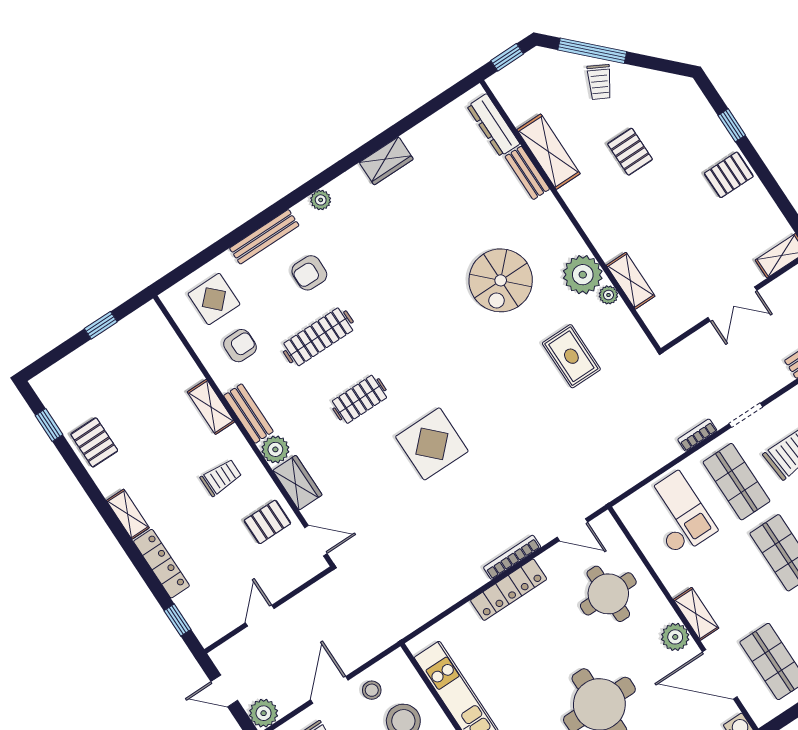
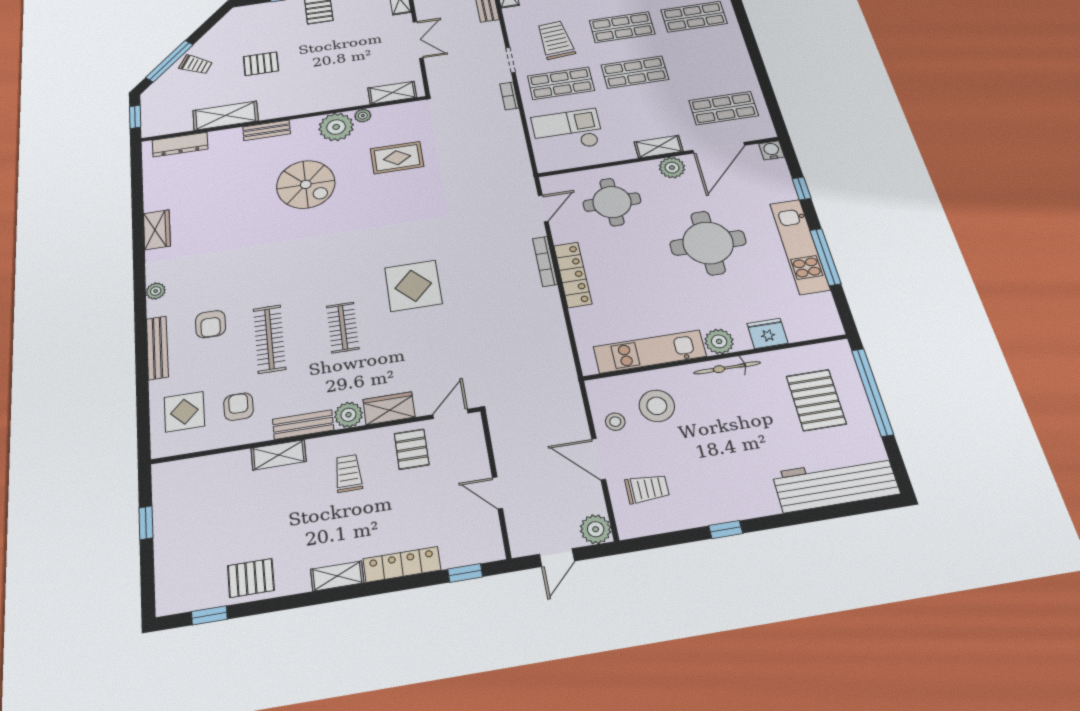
bench: (527, 173) -> (267, 130), moved
shelving: (631, 281) -> (392, 93), moved

